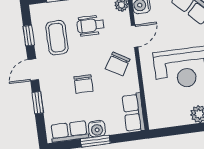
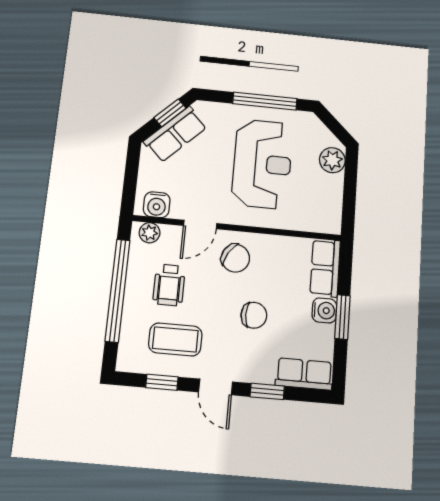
door: (135, 36) -> (200, 224), swing flipped
row of seats: (134, 113) -> (325, 268), moved, turned 90
row of seats: (69, 131) -> (304, 374), moved, turned 90

